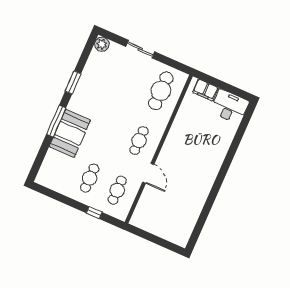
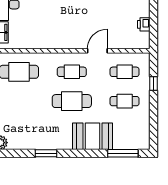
window: (56, 121) -> (123, 153), moved
cafe table: (111, 128) -> (72, 101), added
printer: (154, 228) -> (144, 24), added

